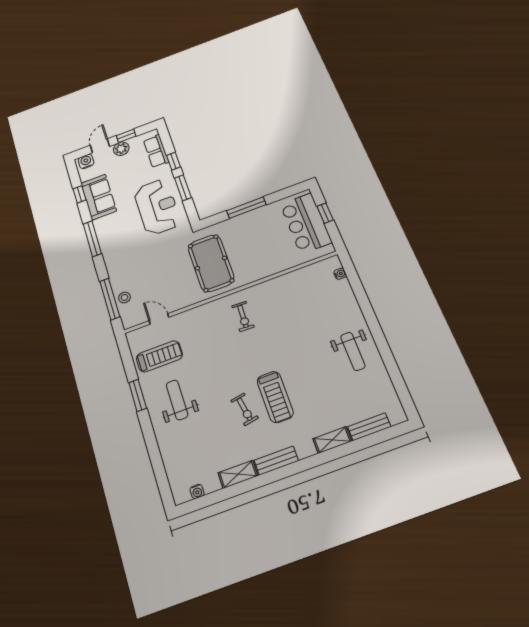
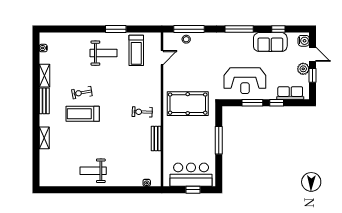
bench: (369, 427) -> (156, 138), moved

